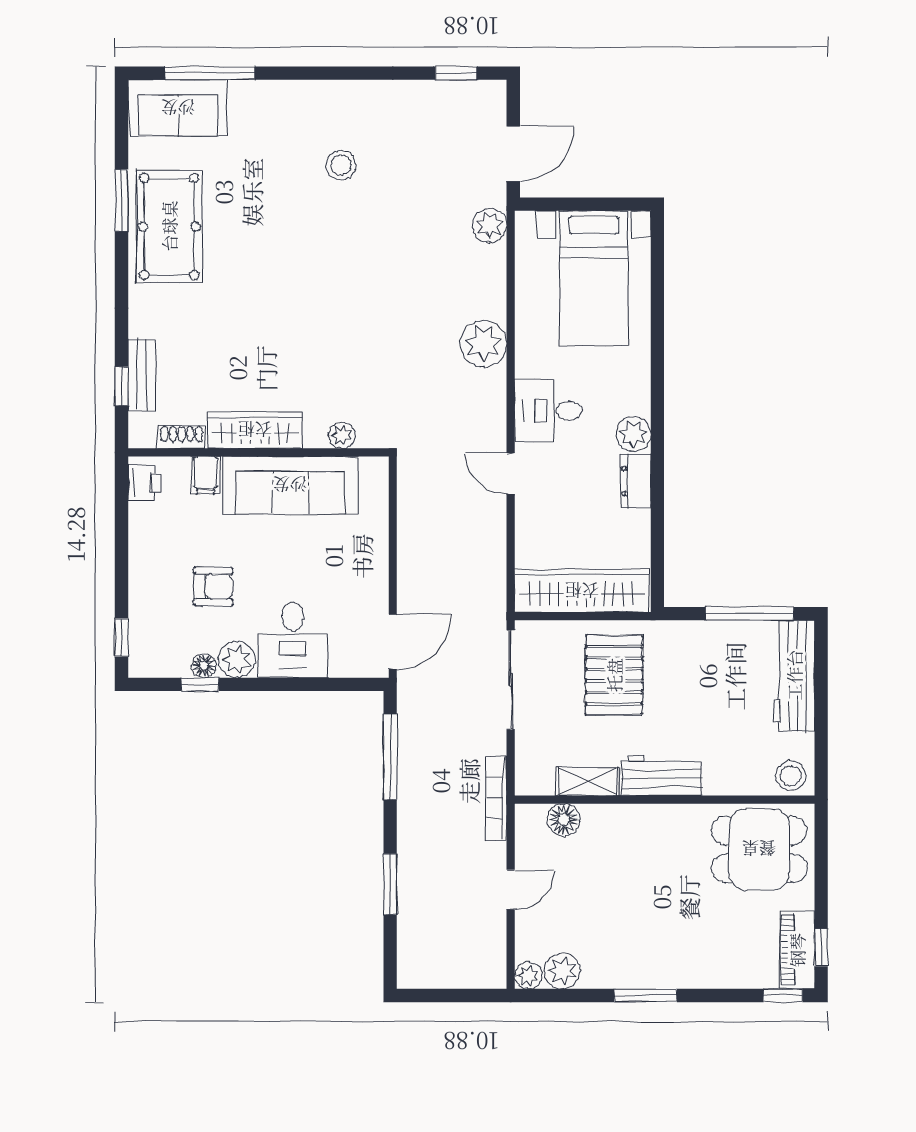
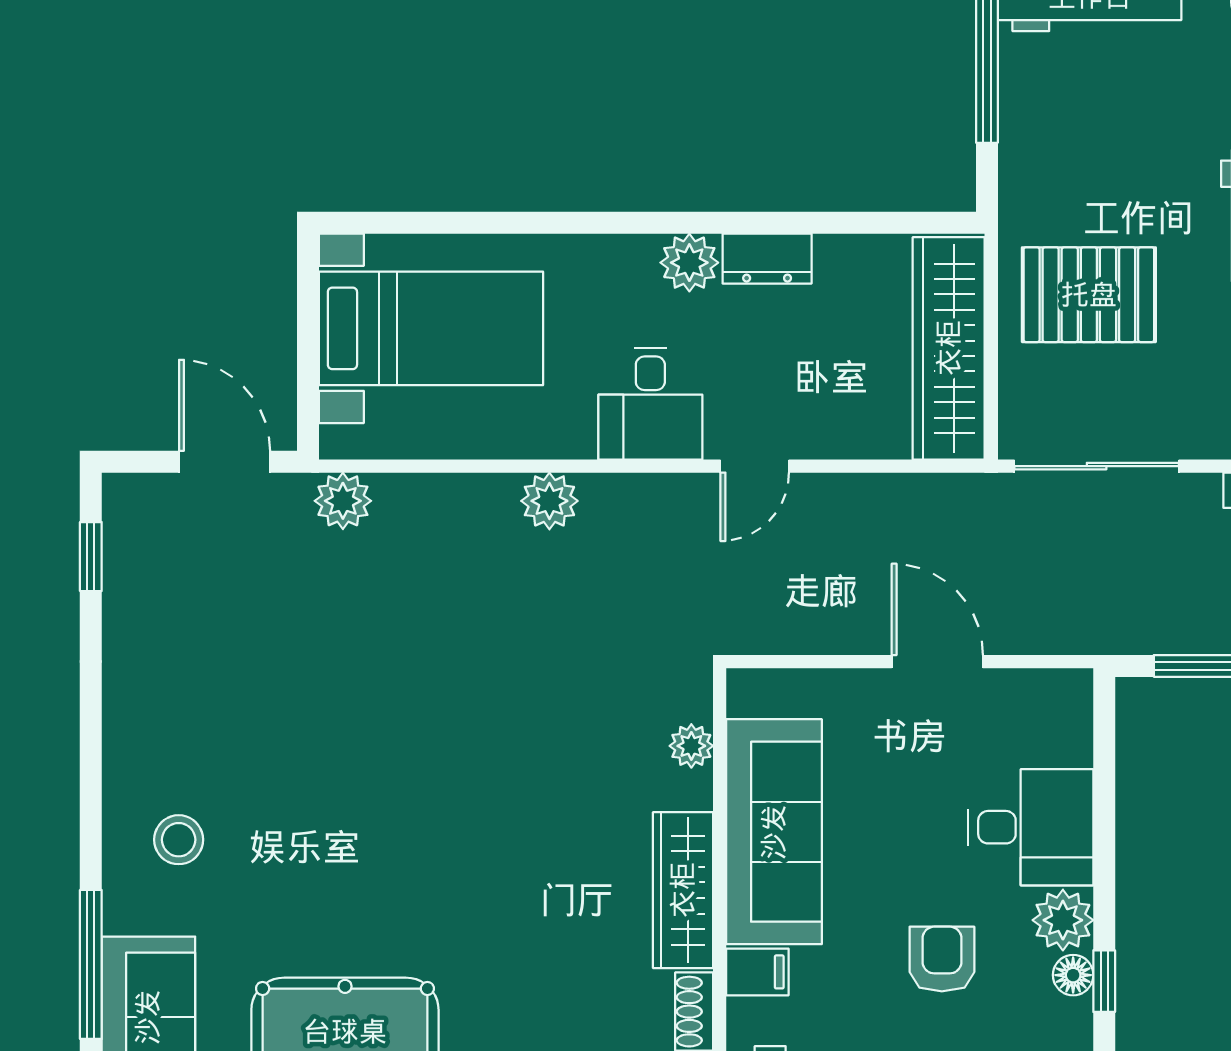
stool: (341, 165) -> (179, 840), moved
plant: (483, 344) -> (549, 501), width x0.73, depth x0.73
door: (393, 642) -> (937, 662), moved

